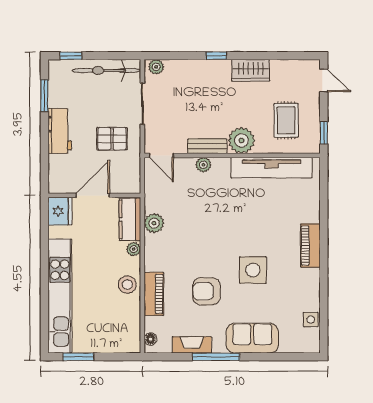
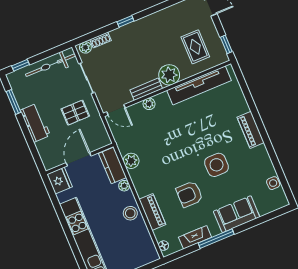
shoe rack: (178, 65) -> (100, 40), added
wardrobe: (251, 70) -> (155, 21), removed

